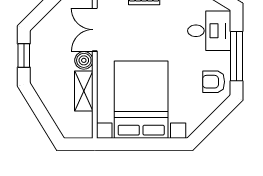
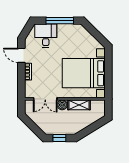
armchair: (214, 82) -> (74, 33), removed

